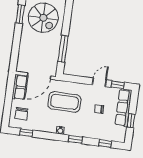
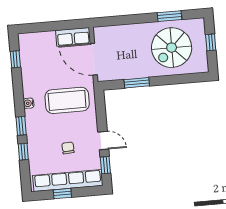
window: (63, 49) -> (137, 83), width x0.69
coffee table: (64, 102) -> (67, 100), turned 90
row of seats: (123, 108) -> (68, 181), width x1.36
chair: (21, 114) -> (39, 47), removed
window: (105, 143) -> (23, 152), moved

